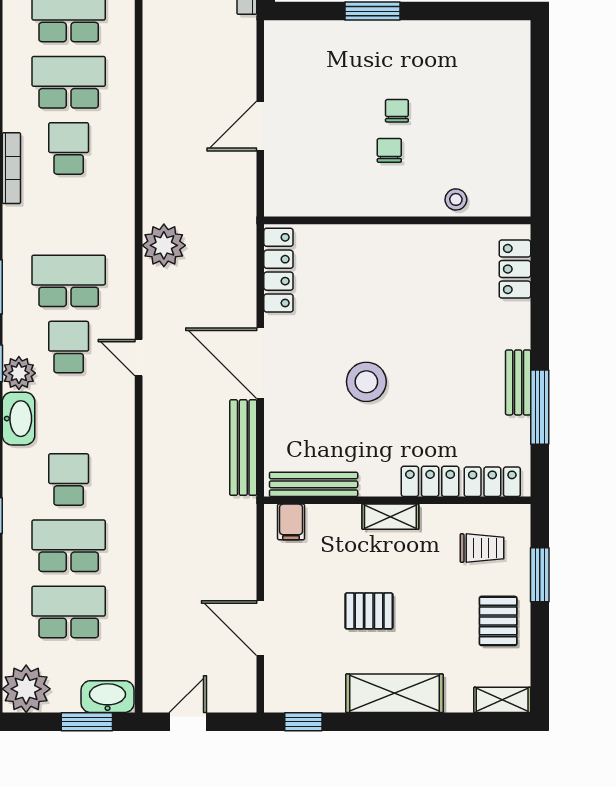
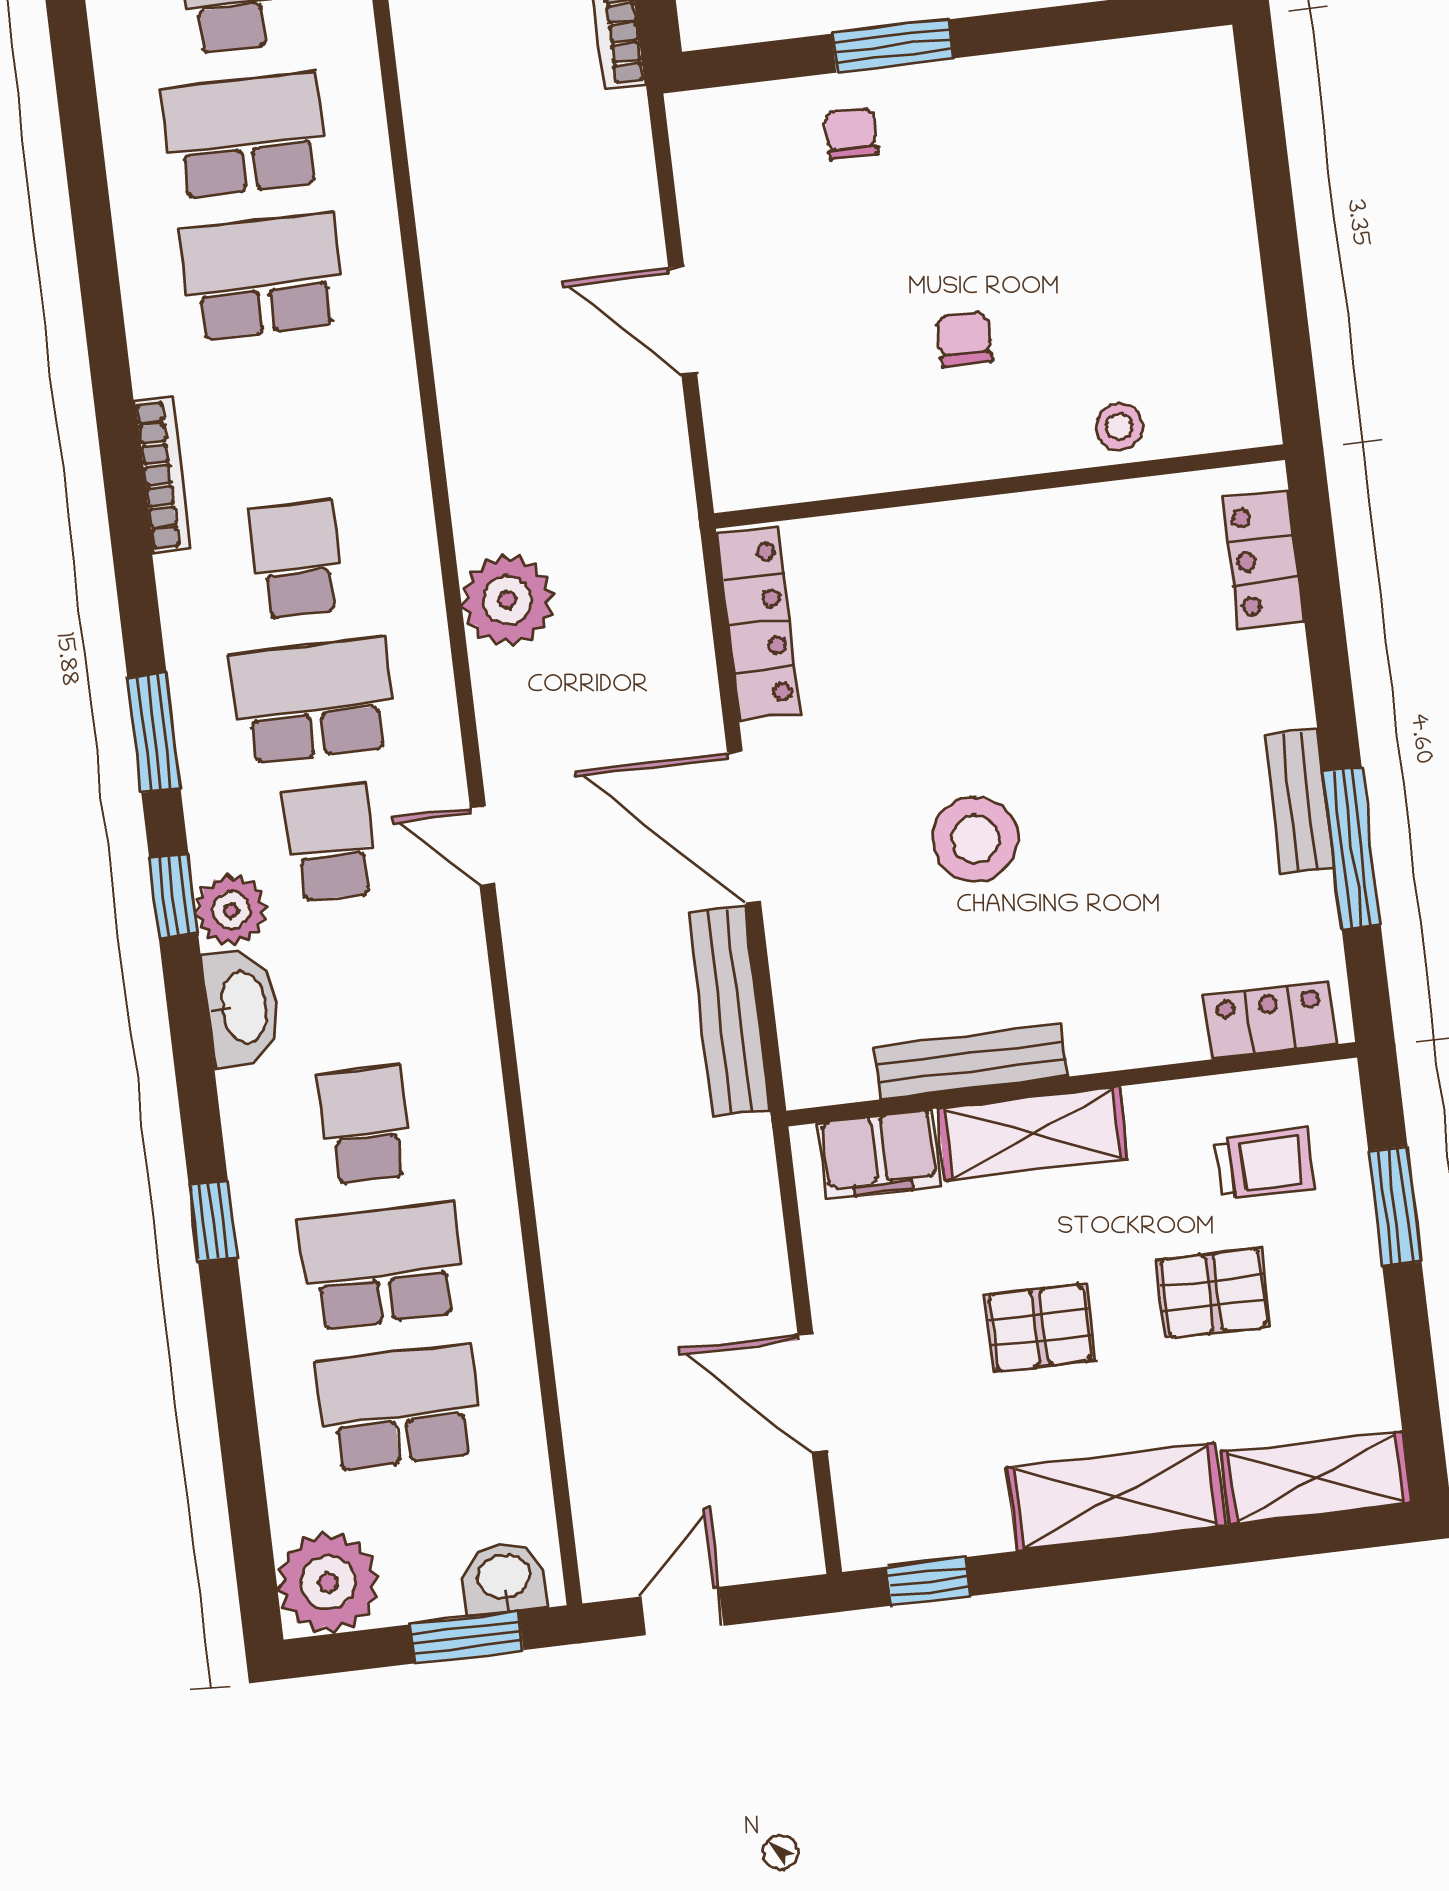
chair: (397, 111) -> (851, 133), moved
door: (260, 126) -> (683, 320), hinge flipped
school desk: (69, 148) -> (296, 559), moved
locker: (430, 481) -> (1137, 1035), removed
bench: (314, 484) -> (971, 1062), moved
shelving: (390, 517) -> (1032, 1134), width x1.50, depth x1.33
filing cabinet: (291, 522) -> (879, 1154), width x2.00
pallet: (498, 621) -> (1214, 1293), moved, turned 90
washbasin: (108, 697) -> (504, 1578), width x0.72
shelving: (502, 700) -> (1316, 1478), width x1.50, depth x1.33

